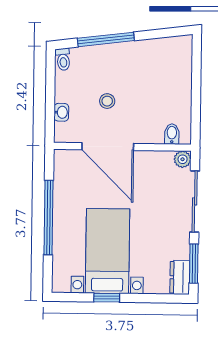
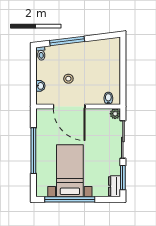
window: (107, 298) -> (70, 199), width x3.17

